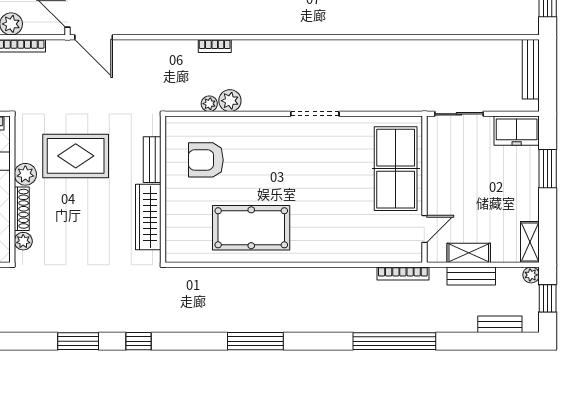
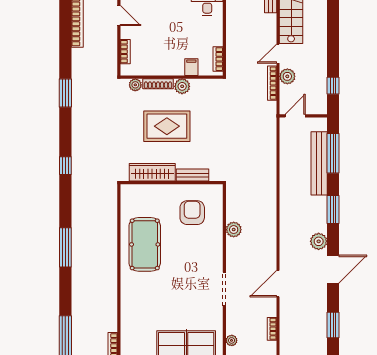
door: (94, 37) -> (278, 284), moved
bookcase: (215, 46) -> (272, 329), moved
plant: (209, 104) -> (232, 340), moved
rug: (76, 156) -> (167, 126), moved, turned 90
window: (78, 341) -> (65, 93), moved

